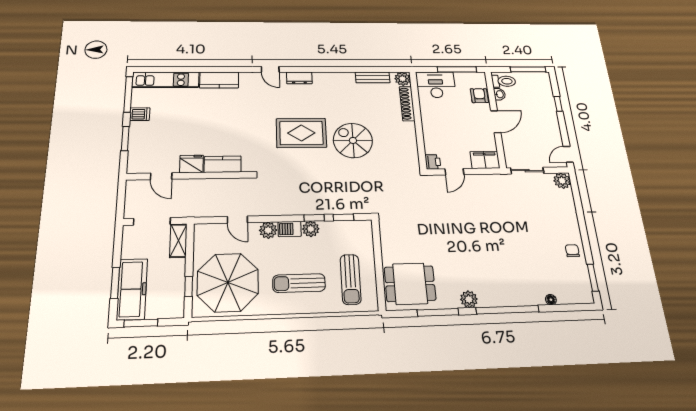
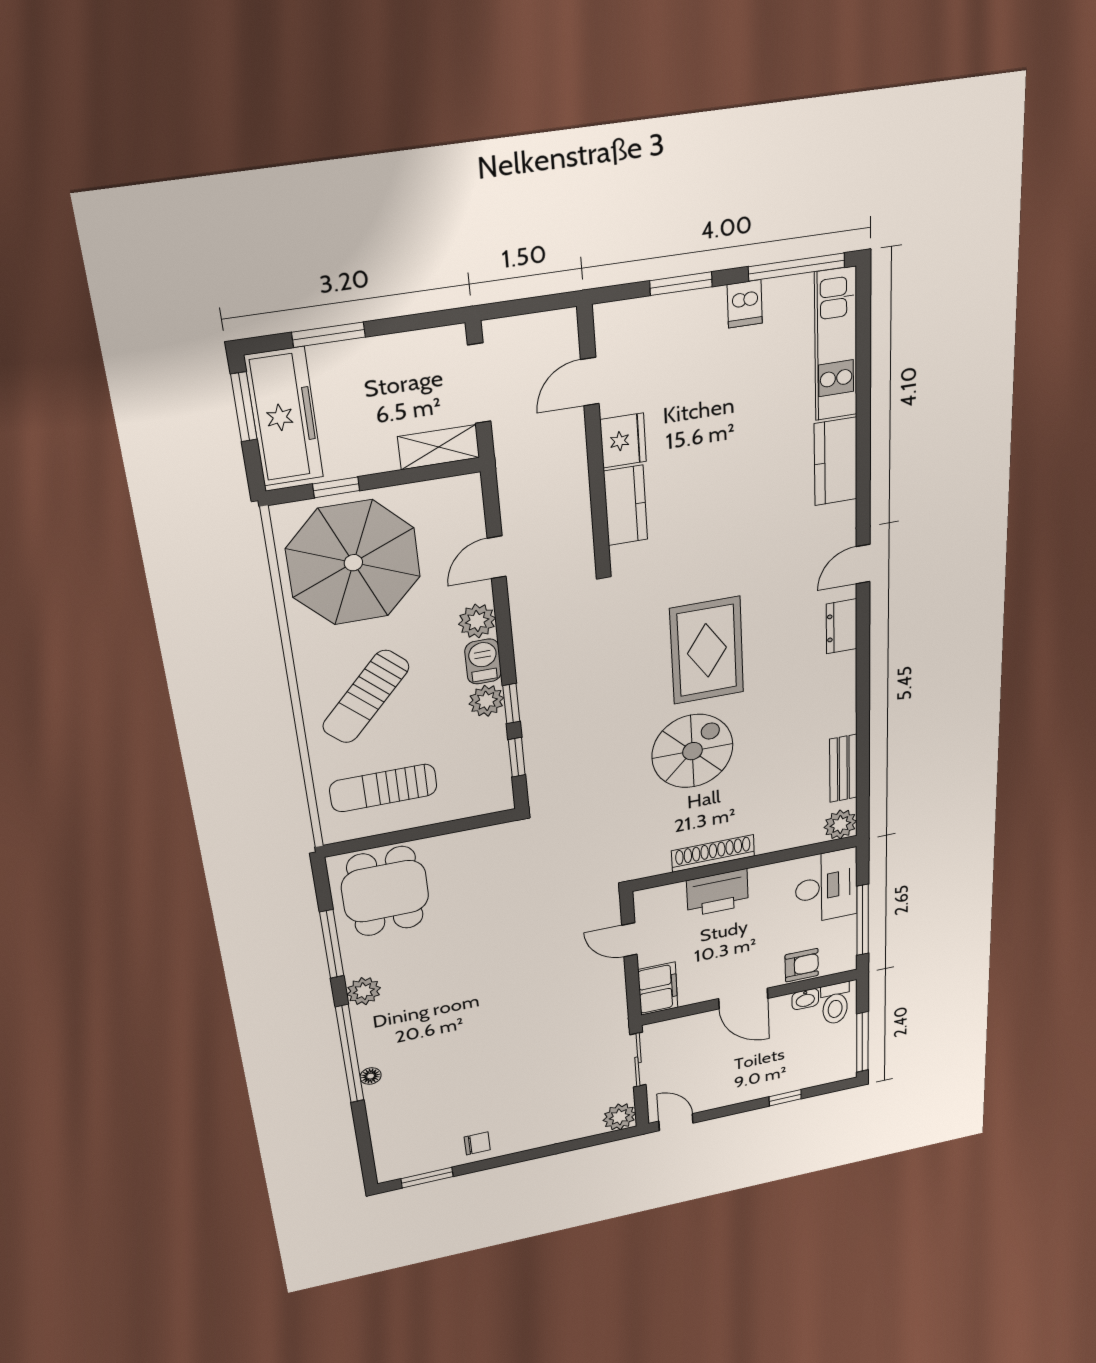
shoe rack: (407, 104) -> (713, 853), moved
printer: (433, 162) -> (717, 893), moved, width x1.87, depth x1.48
sun lounger: (299, 283) -> (366, 697), turned -137
freezer: (132, 289) -> (284, 417), moved, turned -90
floor lamp: (551, 300) -> (371, 1076), moved

